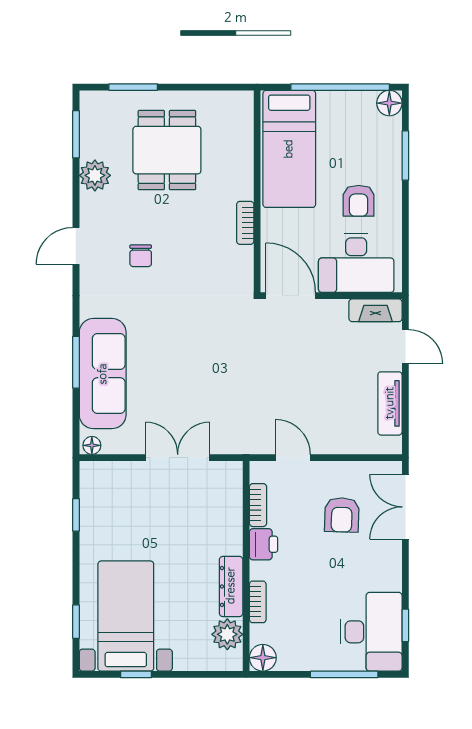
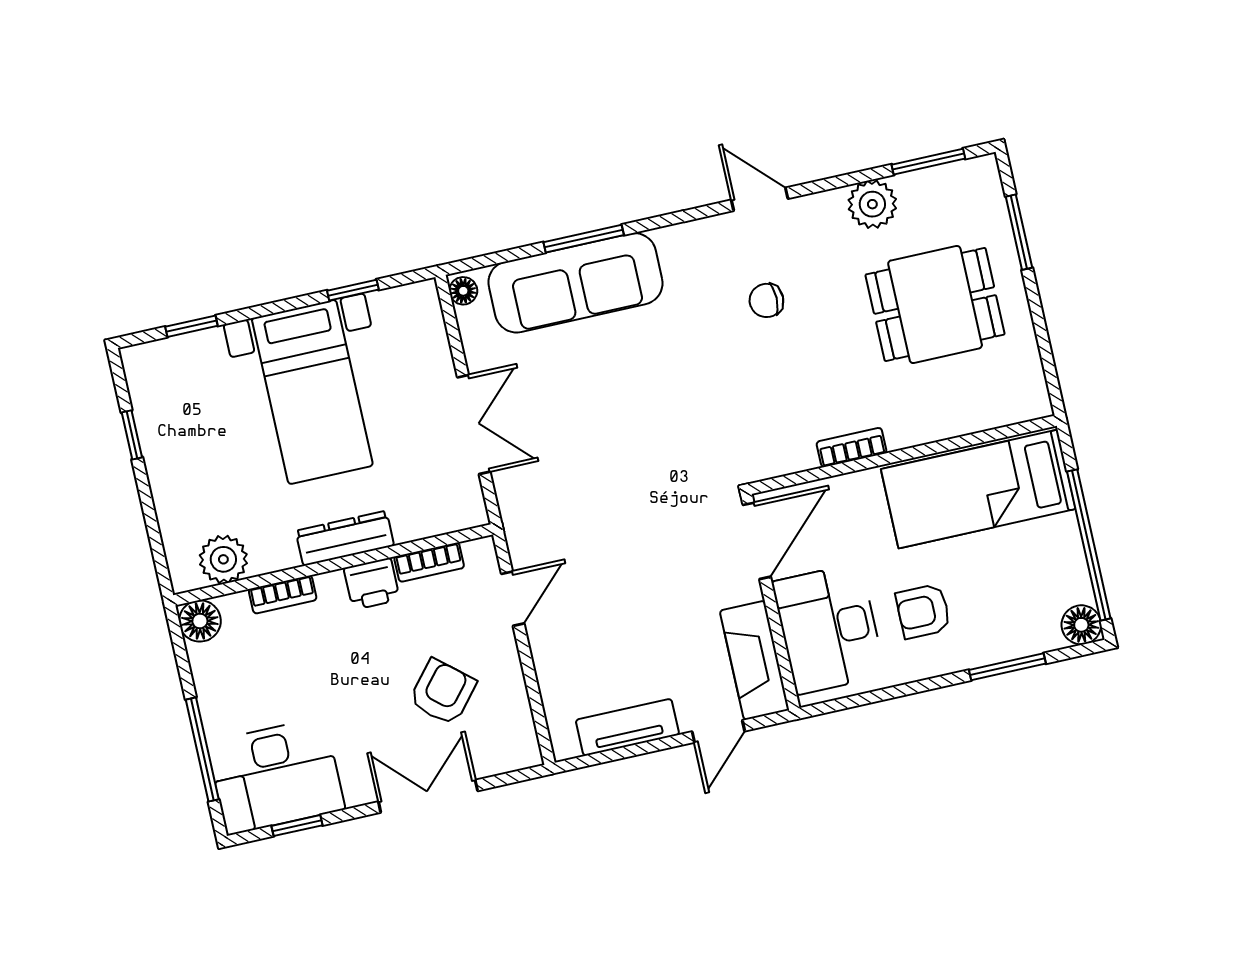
fireplace: (375, 310) -> (755, 660), width x1.37, depth x1.32
double door: (405, 507) -> (428, 796), moved
armchair: (342, 515) -> (443, 692), turned 128
dresser: (231, 586) -> (345, 538), moved
bed with nightstands: (126, 616) -> (312, 392), moved, turned 90

